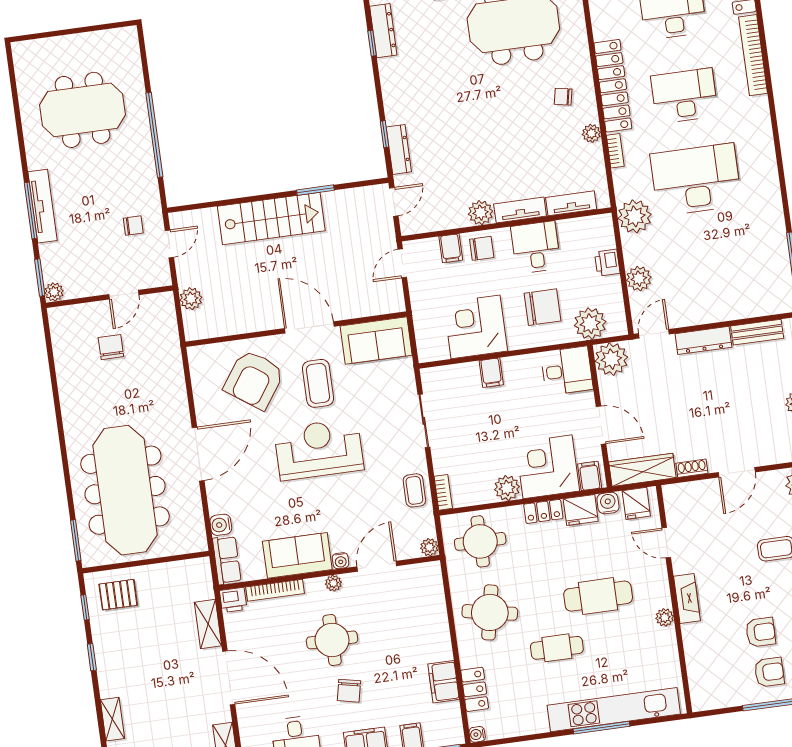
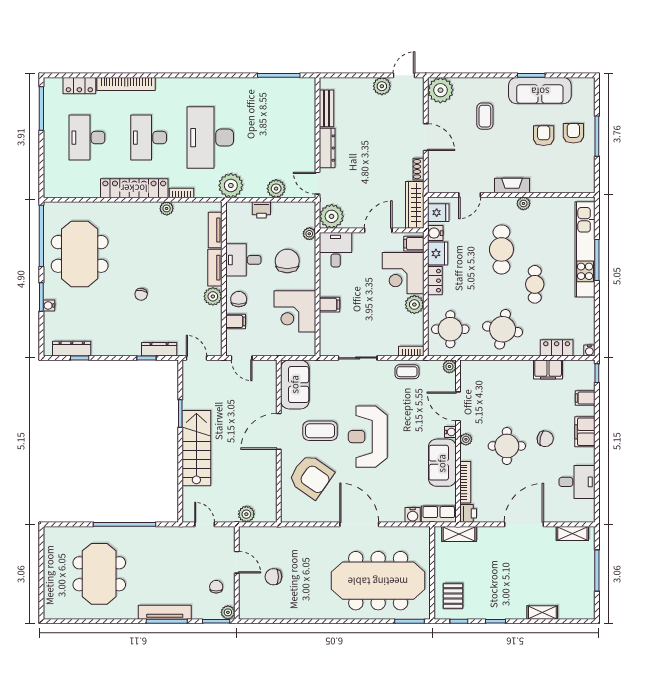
chair: (563, 97) -> (141, 294), moved
chair: (133, 226) -> (216, 587), moved
plant: (590, 324) -> (309, 234), width x0.53, depth x0.53
shelving: (208, 624) -> (459, 534), moved

